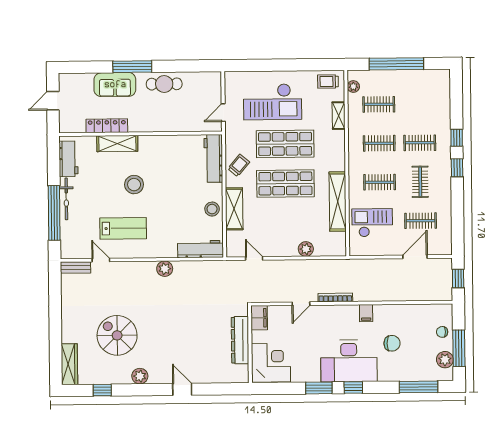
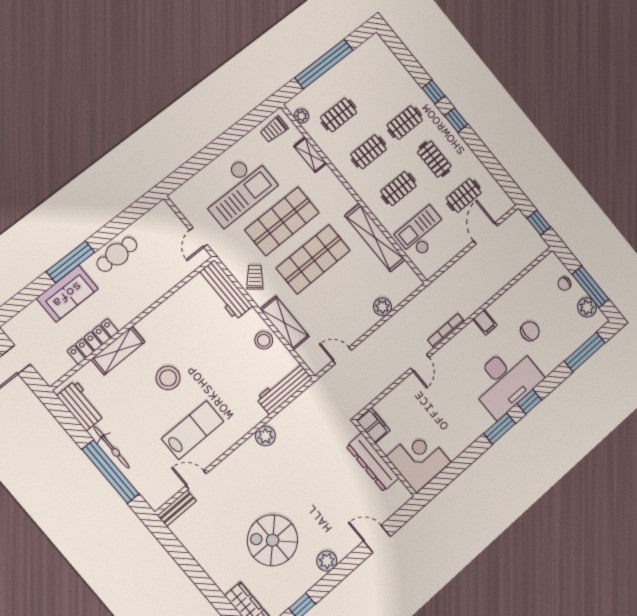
filing cabinet: (259, 318) -> (373, 425), moved
dresser: (240, 340) -> (373, 462), moved
wall: (250, 344) -> (385, 458), moved
corner desk: (271, 363) -> (419, 459), moved

